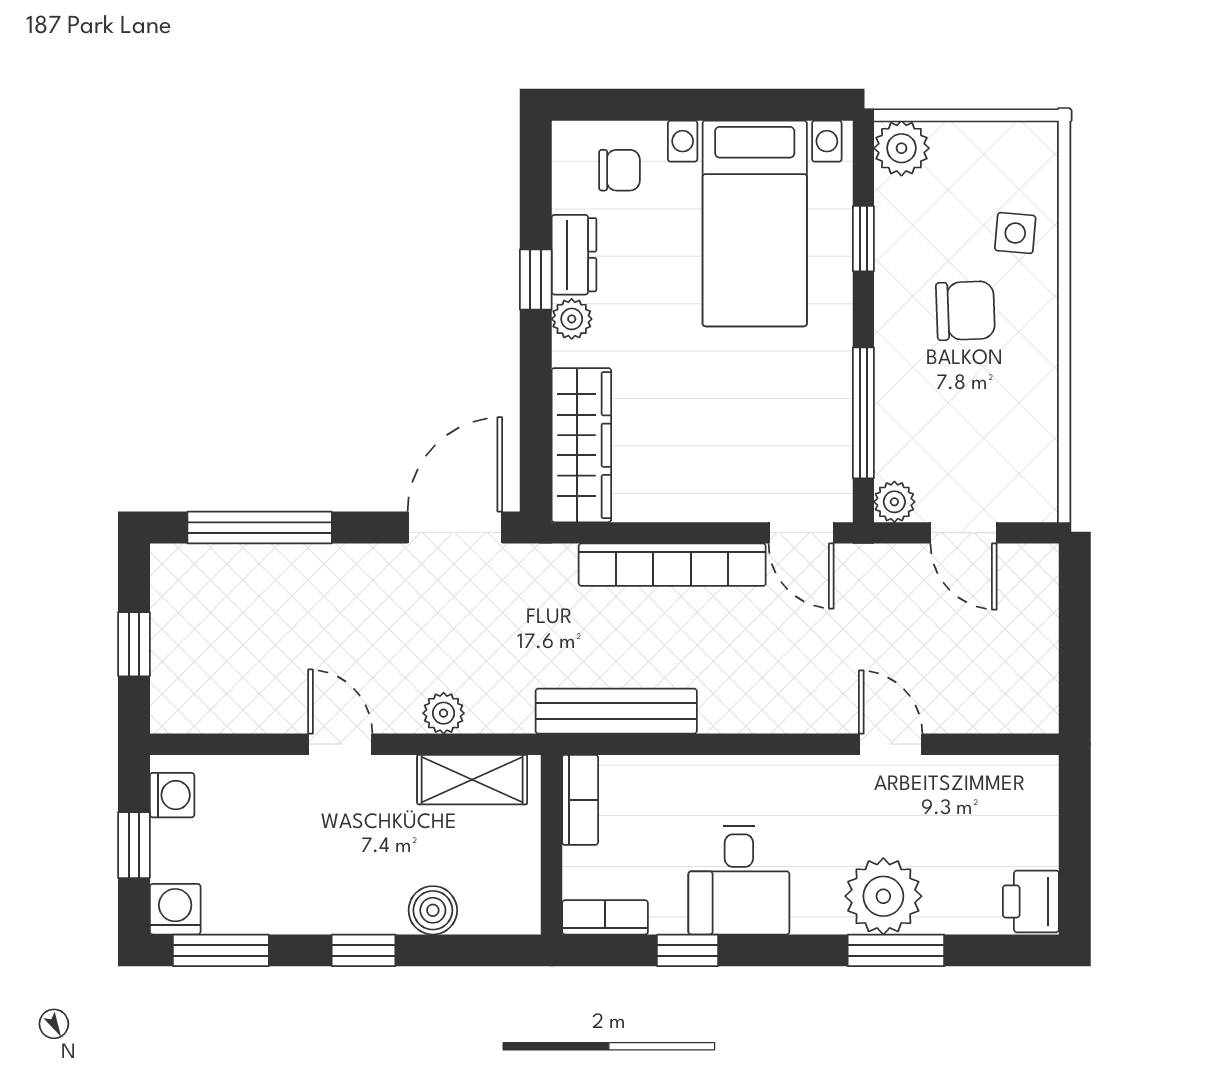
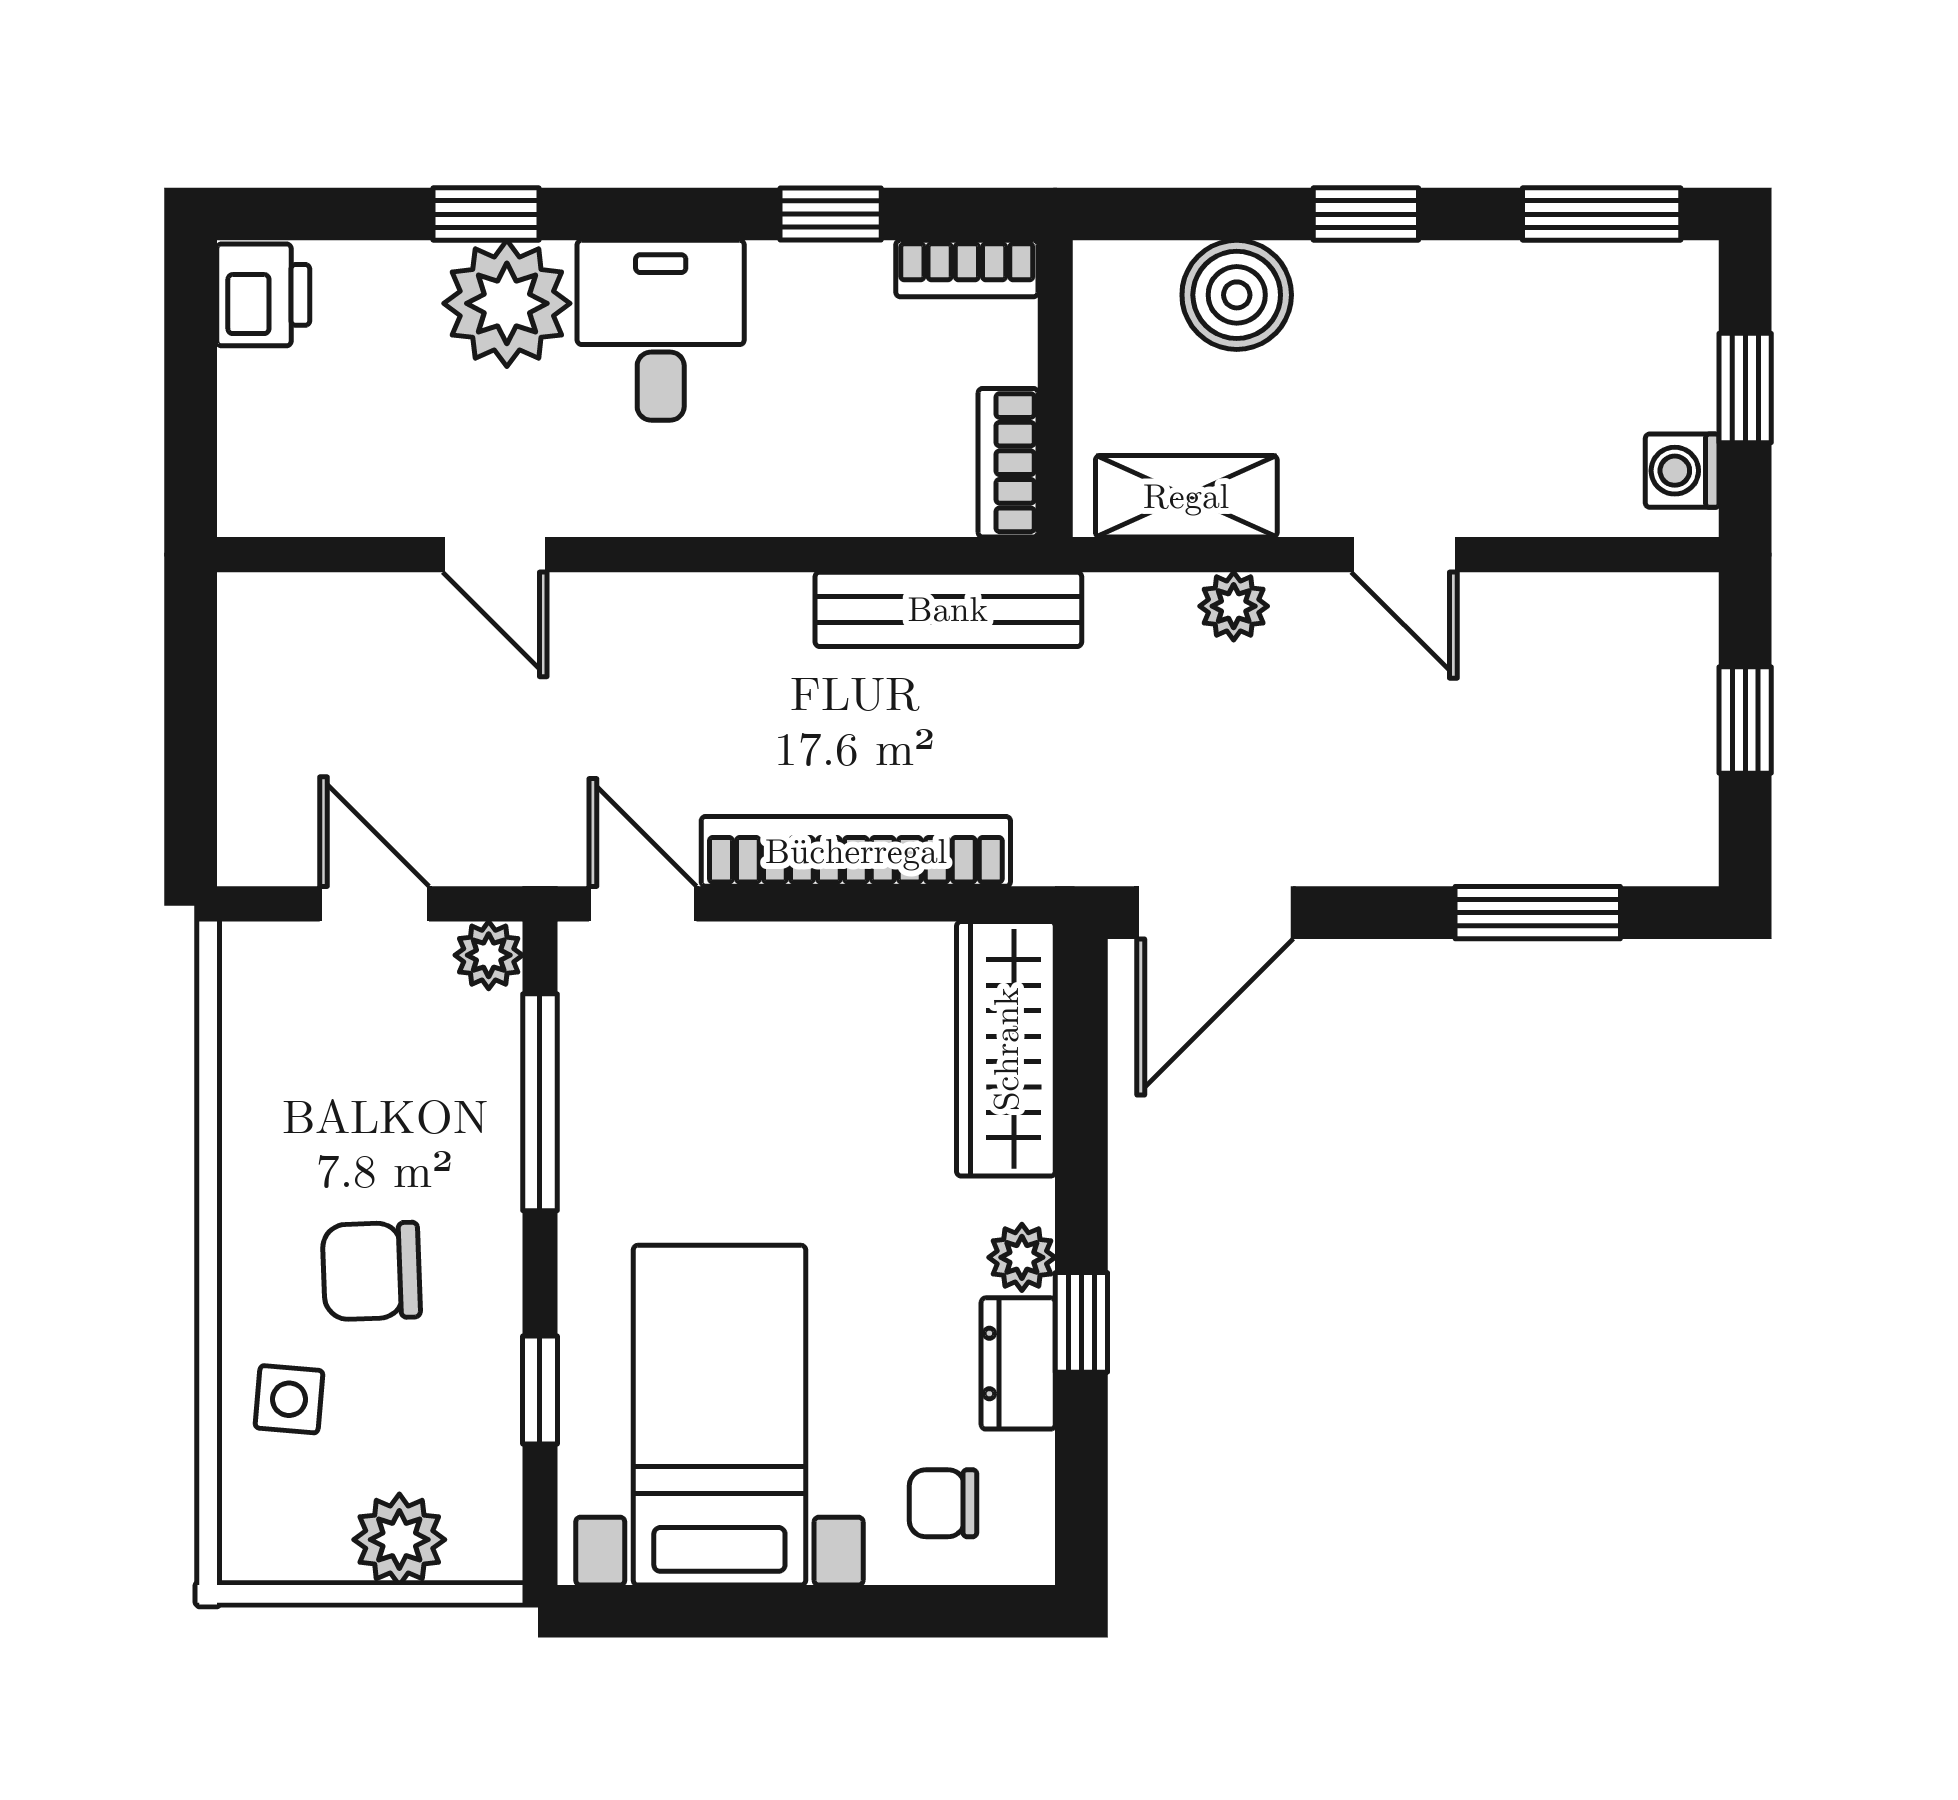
plant: (901, 148) -> (399, 1540), moved
window: (260, 528) -> (1538, 913), width x0.69
desk: (739, 880) -> (661, 330), moved
washing machine: (175, 909) -> (1677, 282), removed
boiler: (433, 910) -> (1237, 295), width x1.36, depth x1.36
window: (896, 950) -> (486, 214), width x0.67

